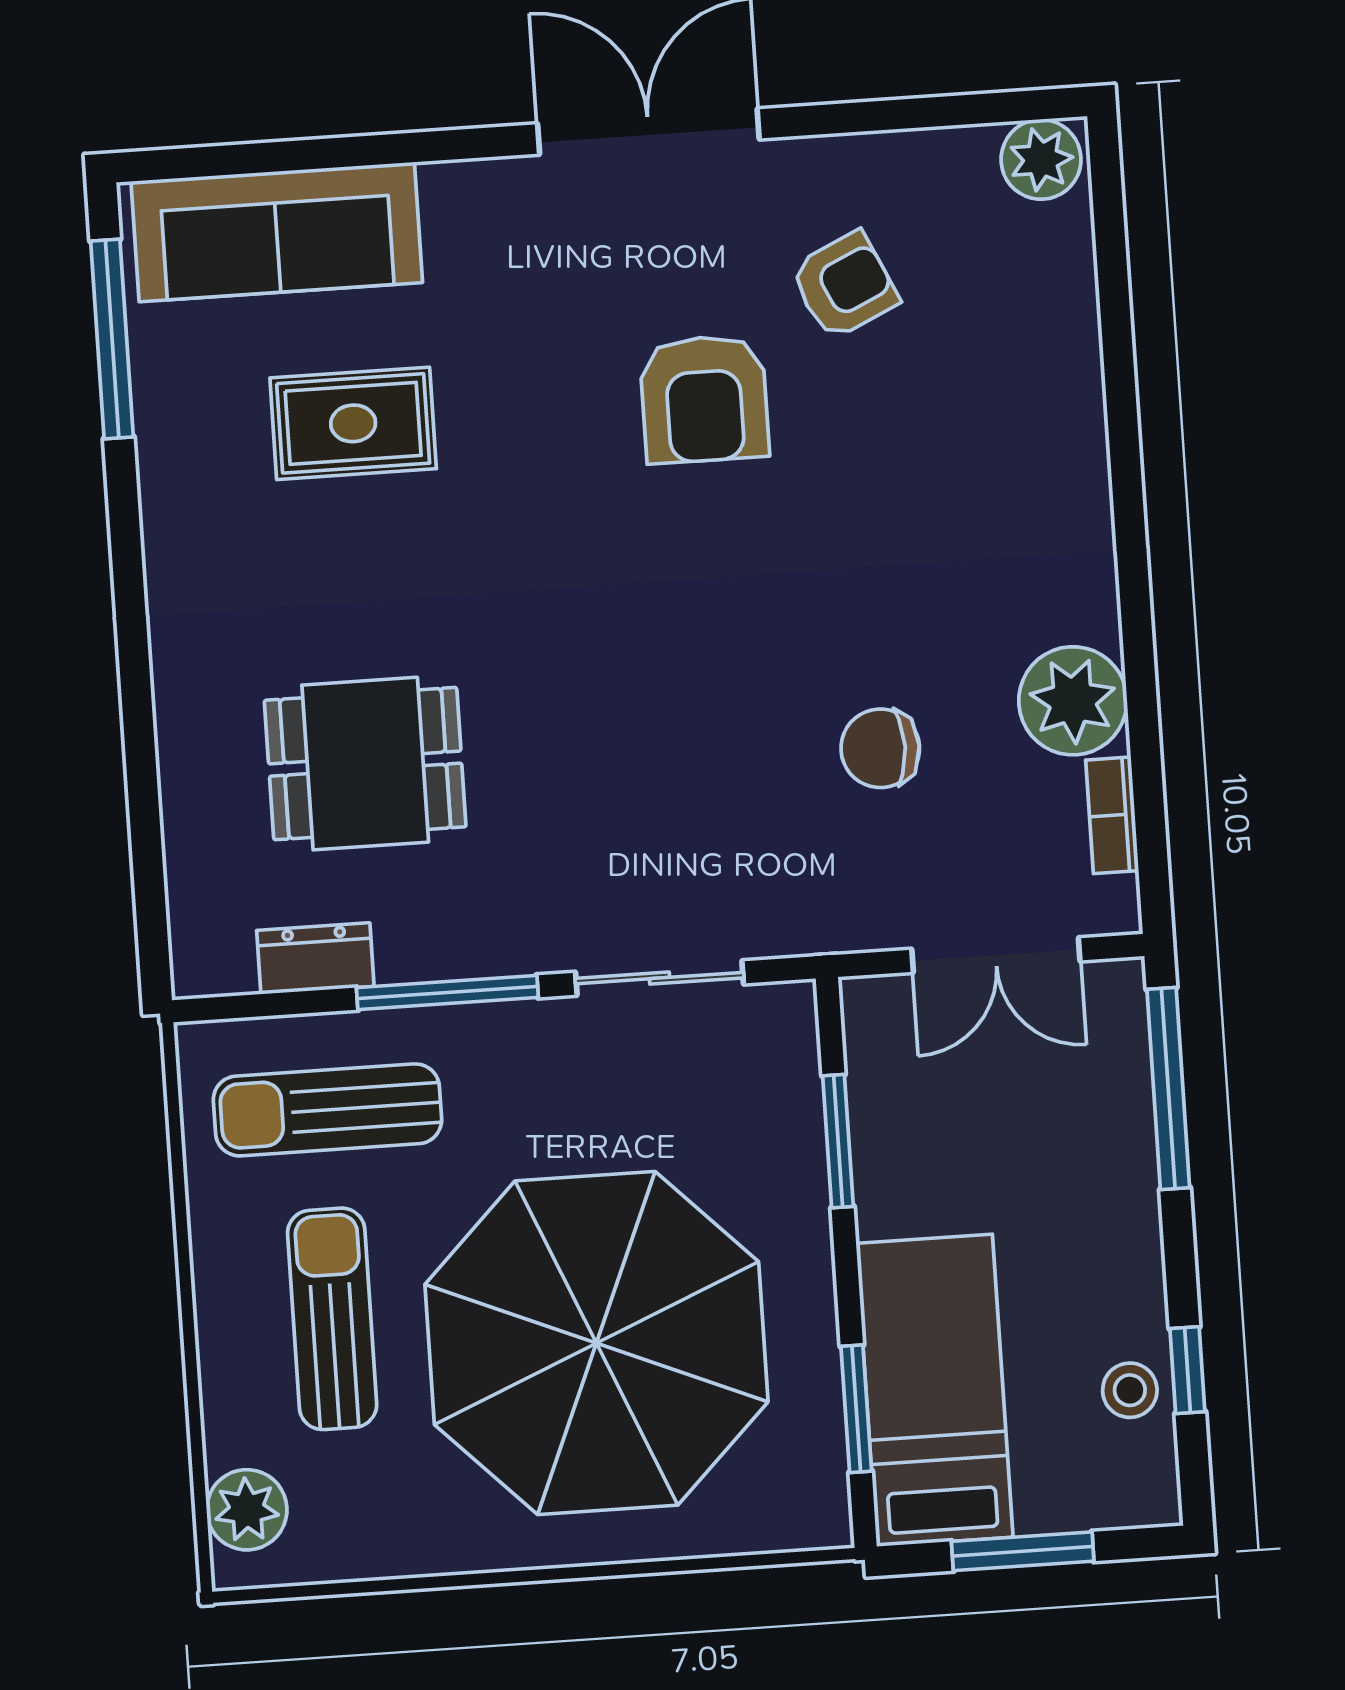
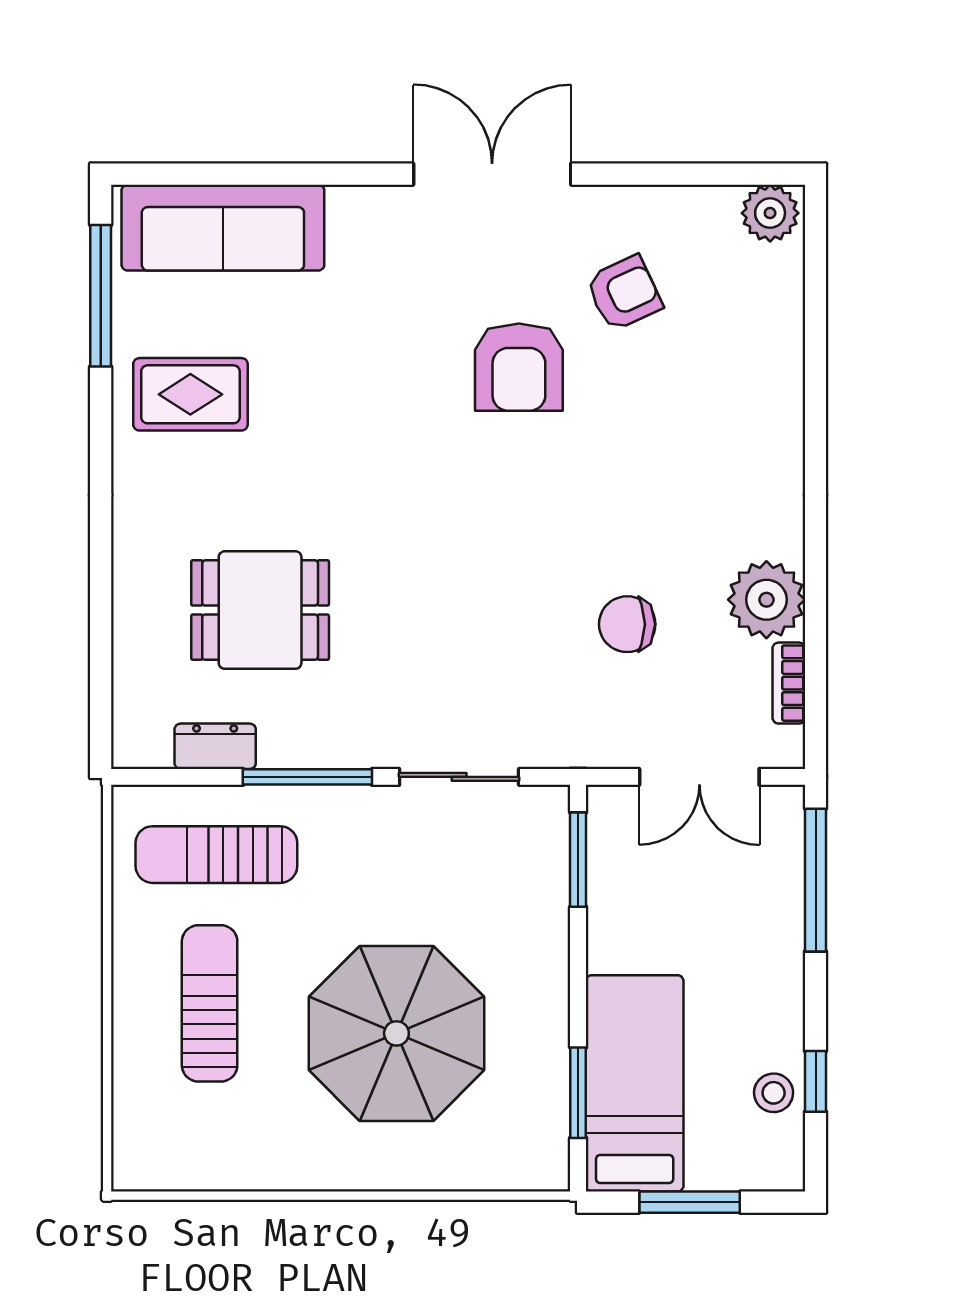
rug: (353, 423) -> (190, 394), moved
window: (838, 1141) -> (578, 860), moved
parasol: (596, 1343) -> (396, 1033), width x0.73, depth x0.73
plant: (247, 1510) -> (140, 1135), removed

